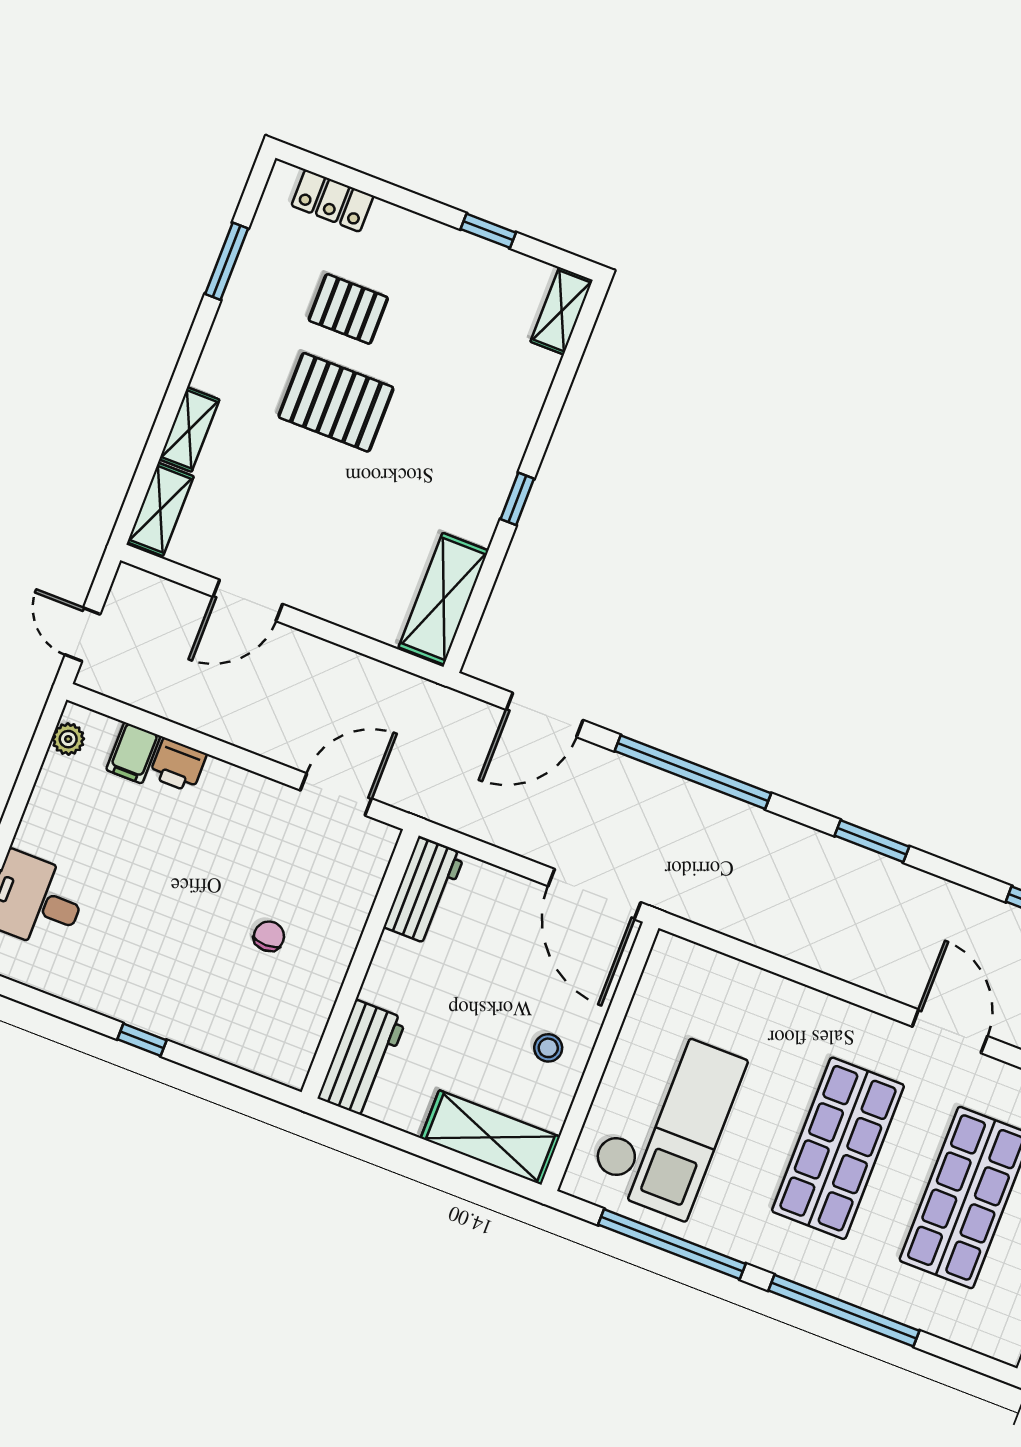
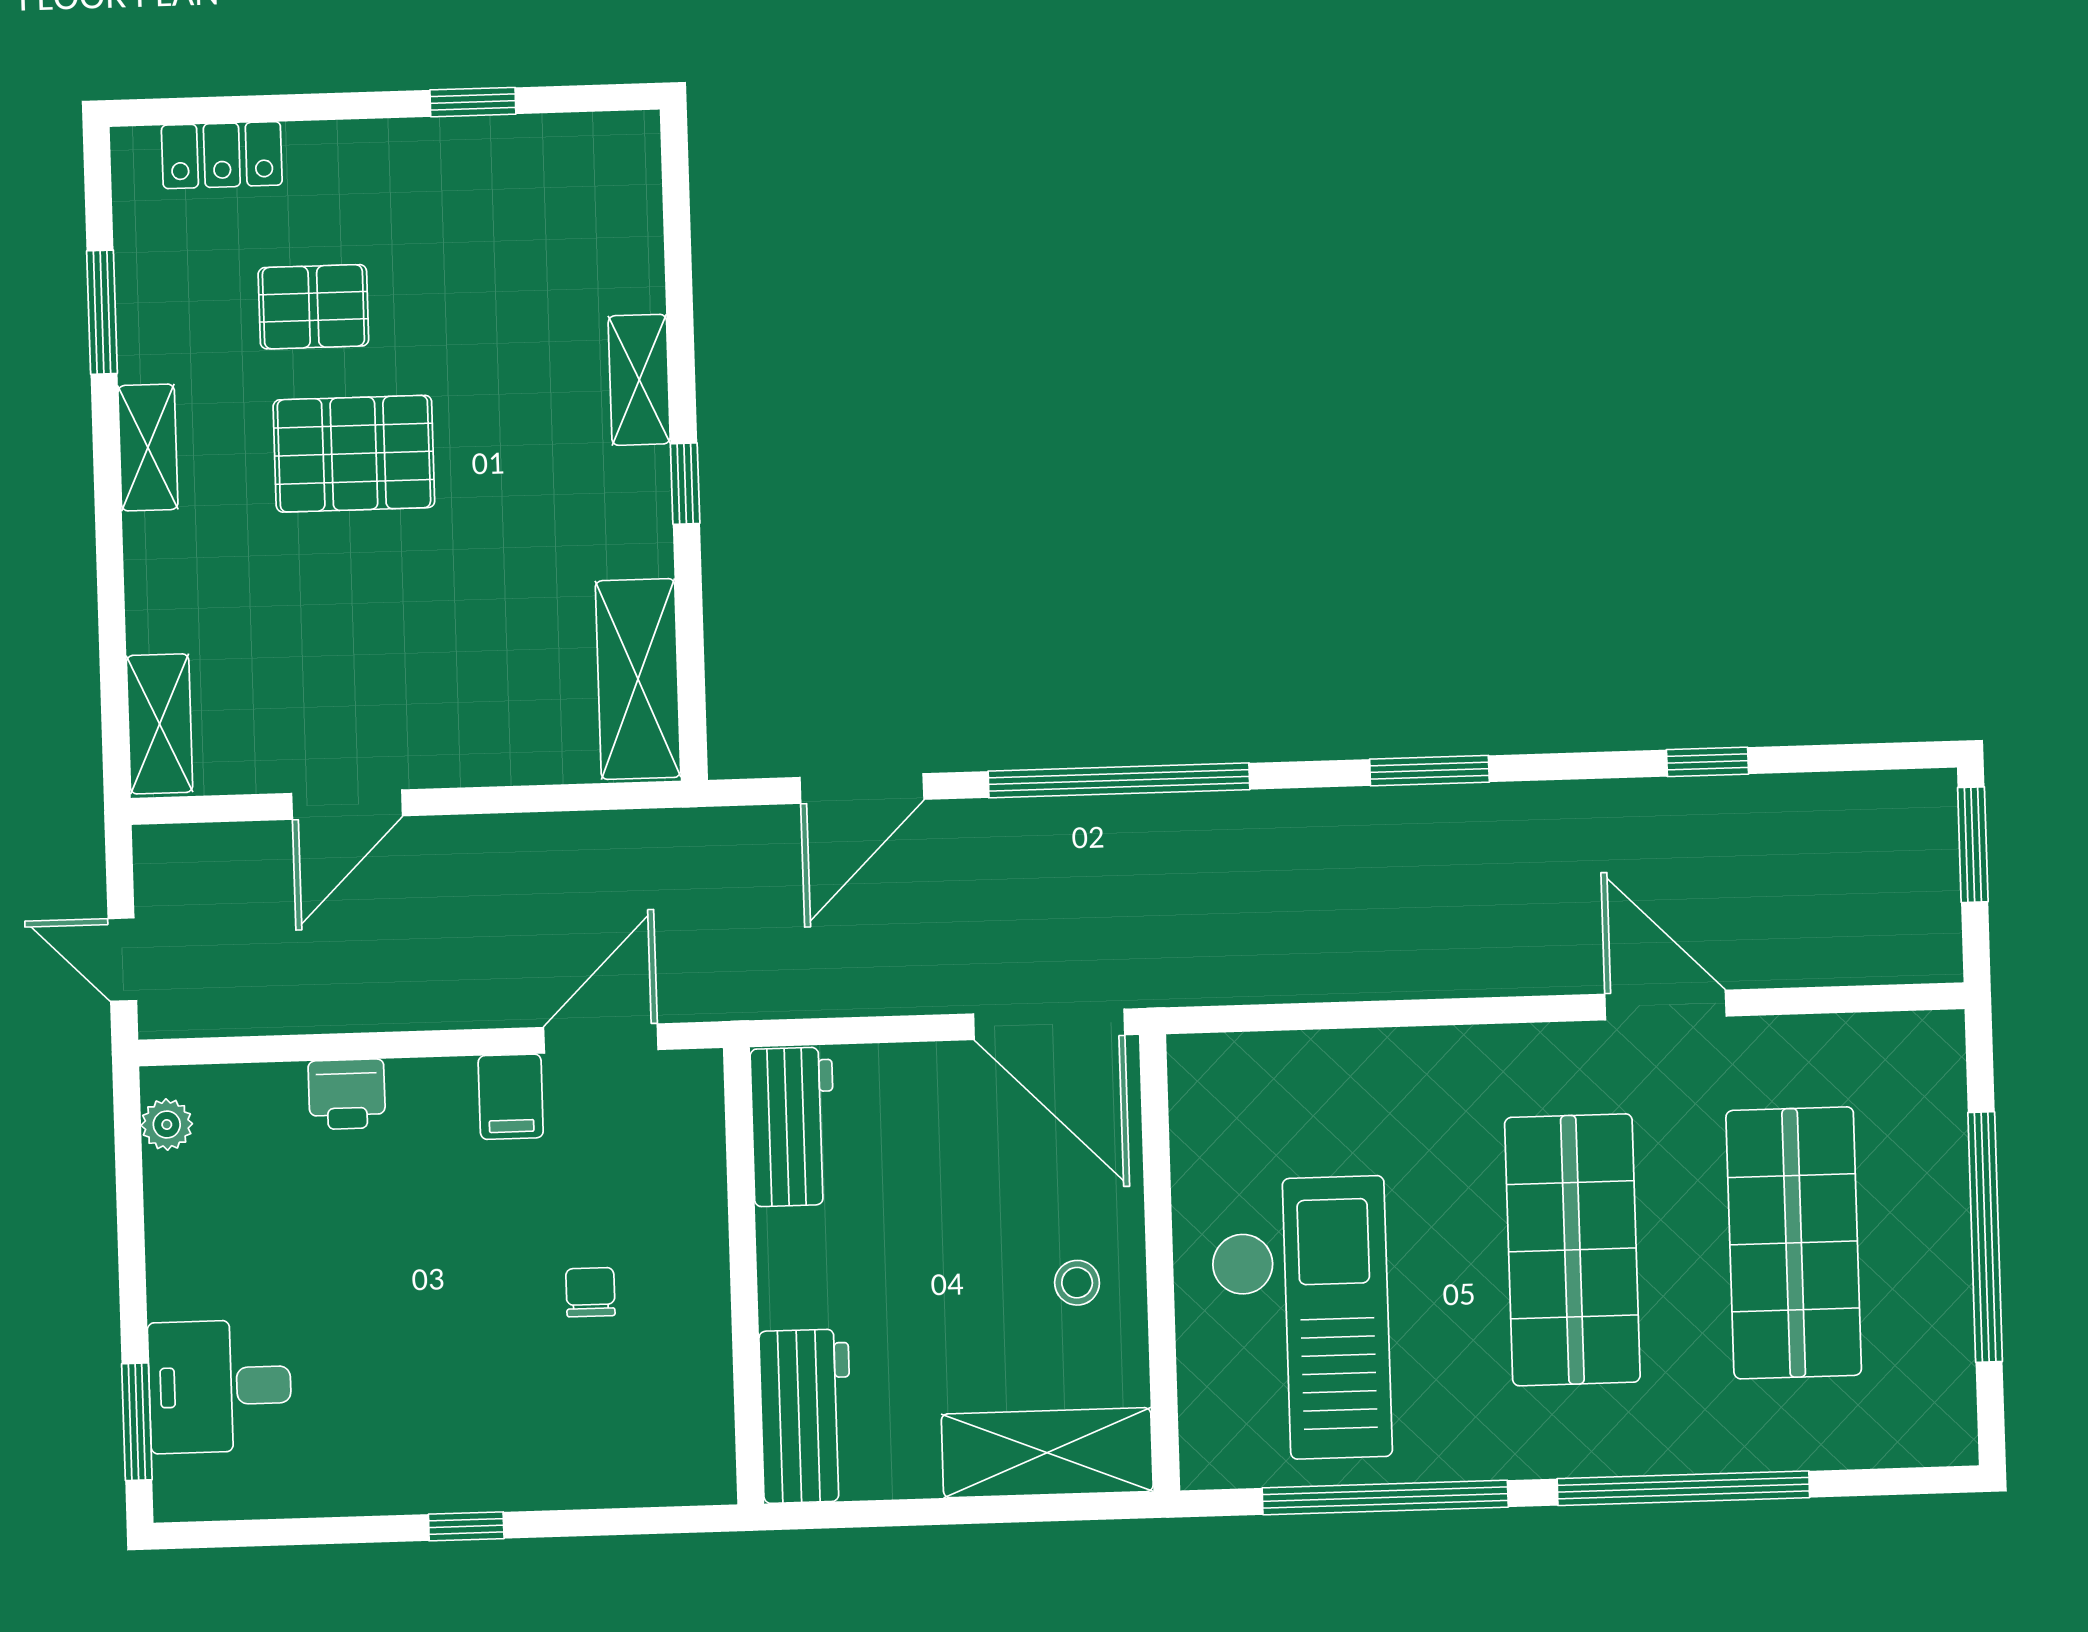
shelving: (562, 311) -> (639, 380), moved
shelving: (189, 429) -> (148, 448), moved
filing cabinet: (133, 753) -> (511, 1097), moved

